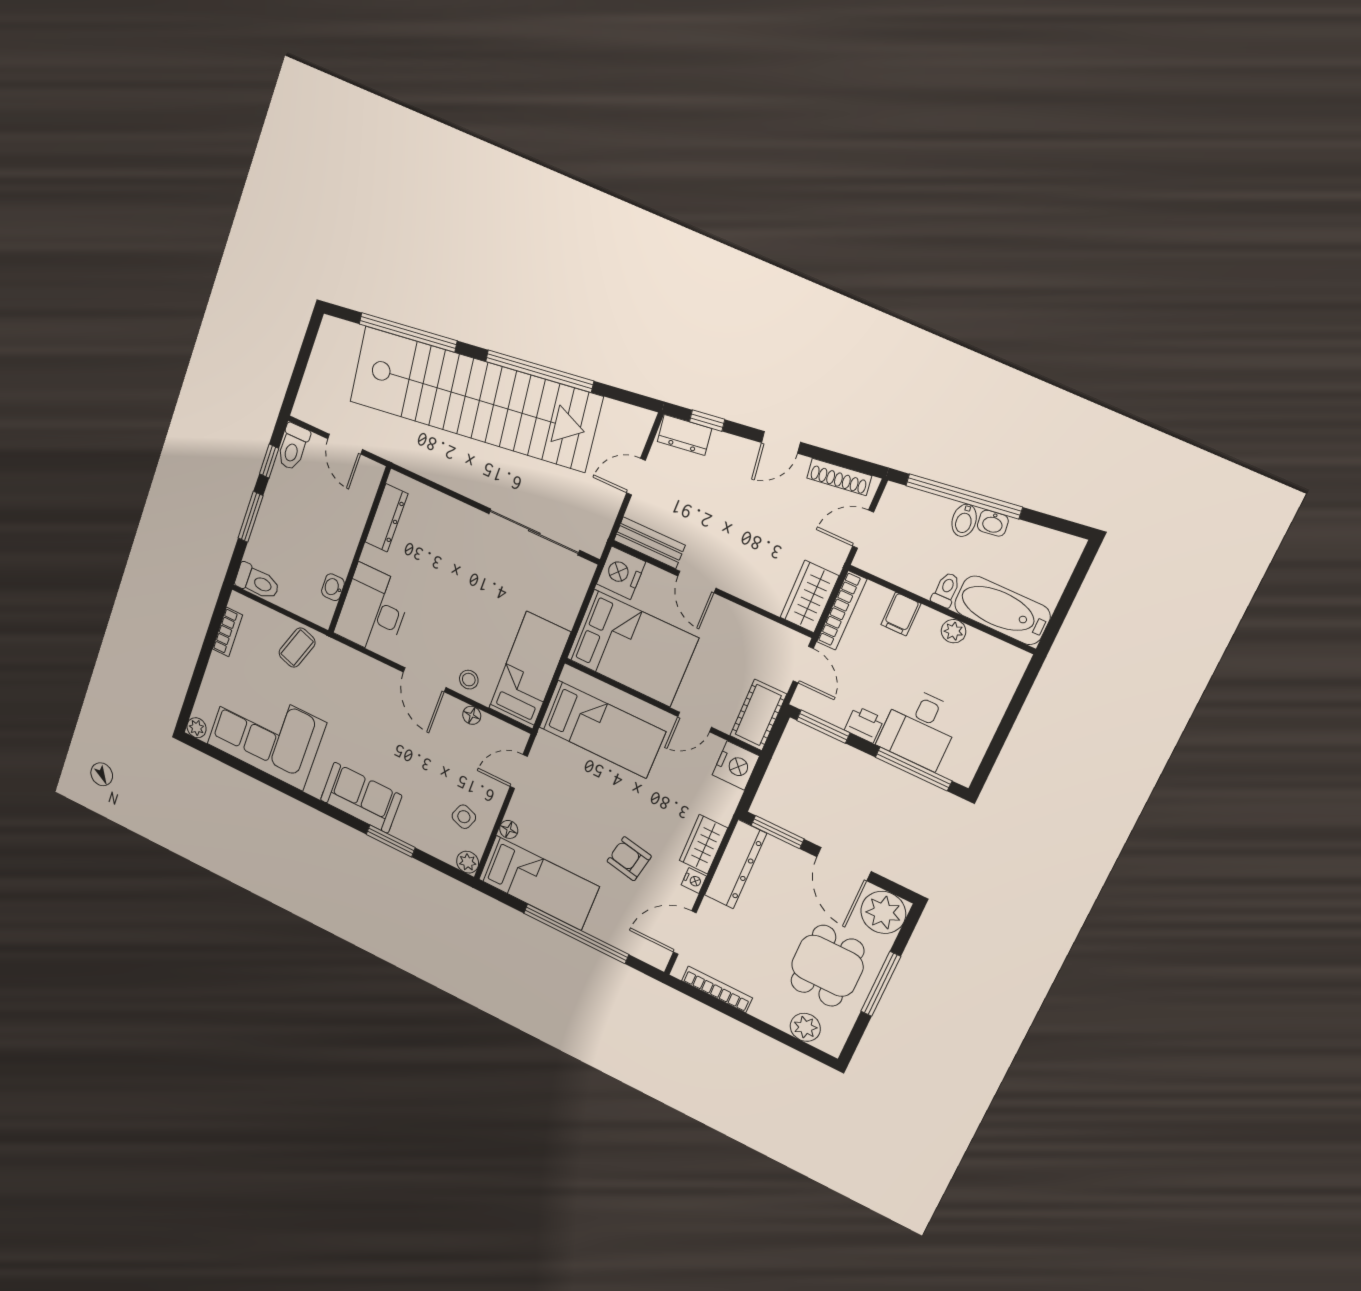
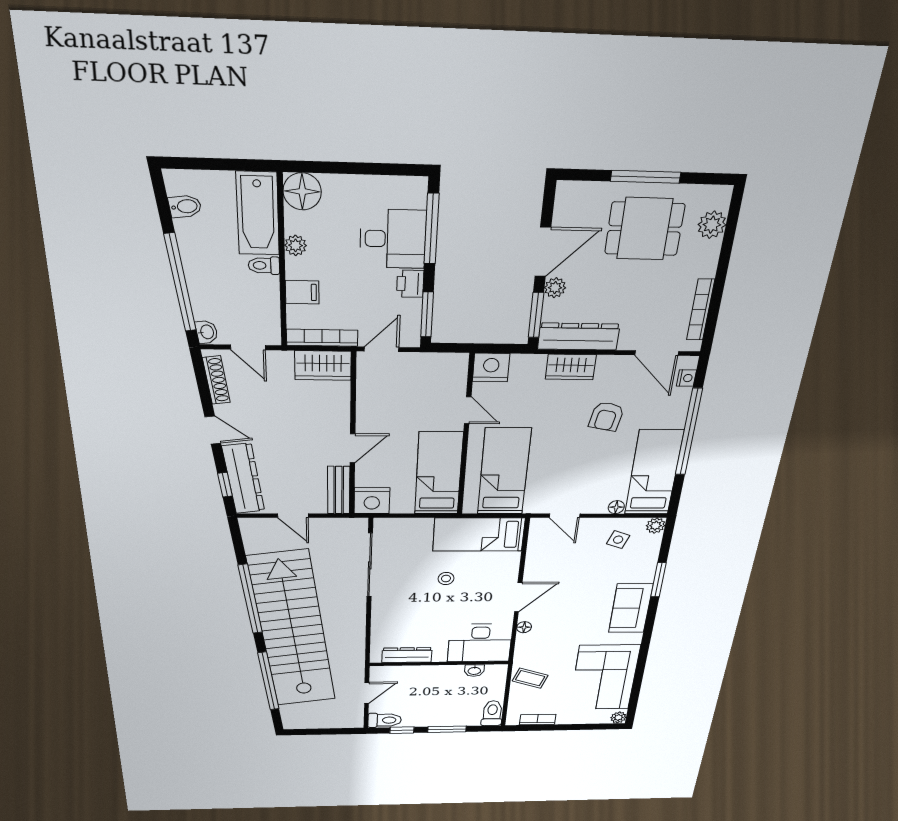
dresser: (684, 435) -> (243, 479), width x1.96, depth x1.24
bidet: (964, 520) -> (185, 206), moved
washbasin: (993, 523) -> (207, 332), moved
bed: (632, 648) -> (439, 474), width x0.67
floor lamp: (1006, 664) -> (302, 191), added
stool: (469, 680) -> (446, 579), moved
floor lamp: (472, 715) -> (524, 627), moved
cot: (758, 715) -> (440, 367), removed
nightstand: (694, 880) -> (686, 378), moved, turned 90
plant: (883, 912) -> (555, 288), moved, width x0.53, depth x0.53

